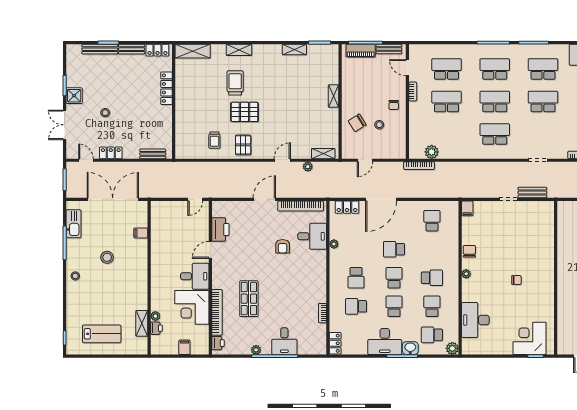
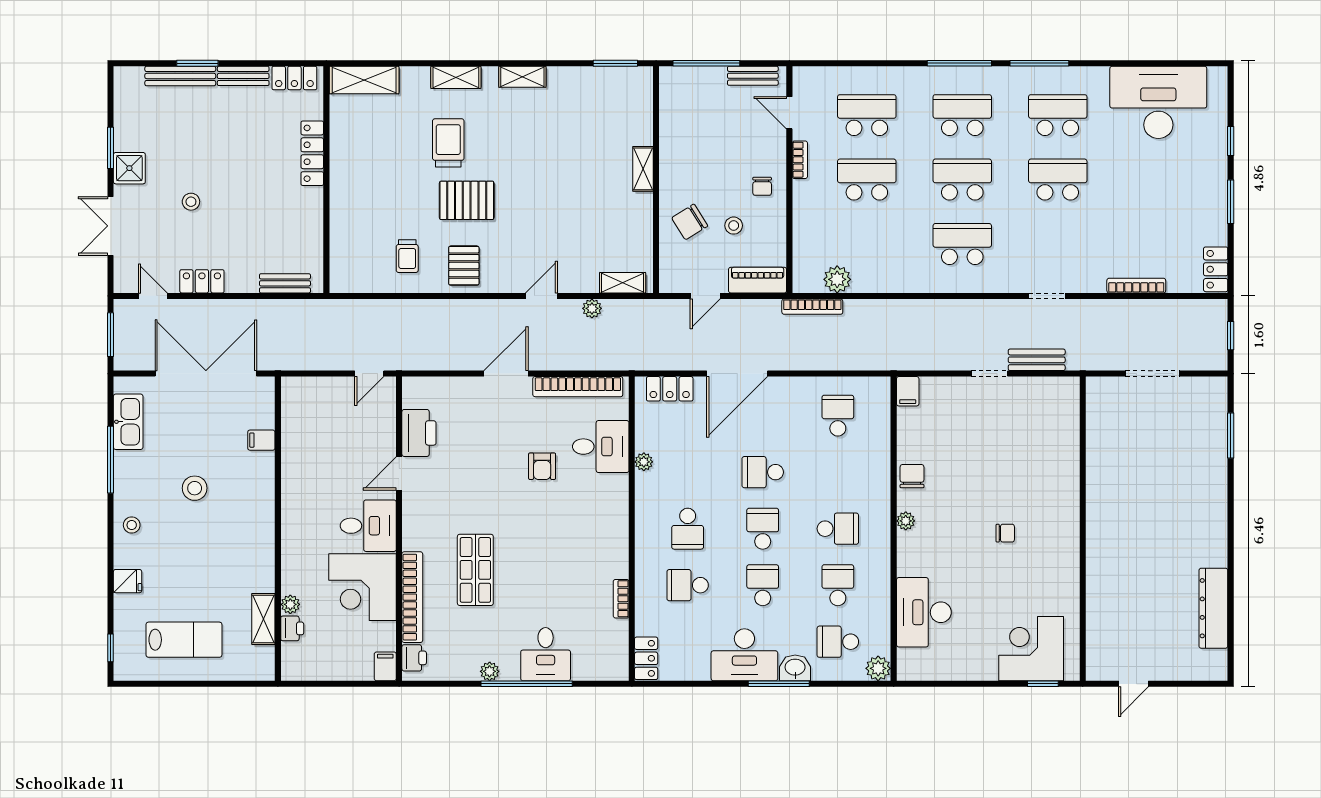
shelving: (294, 50) -> (522, 77), moved
piano: (361, 51) -> (758, 280), moved, turned 180
fridge: (73, 304) -> (128, 581), added
filing cabinet: (184, 347) -> (385, 666), moved

